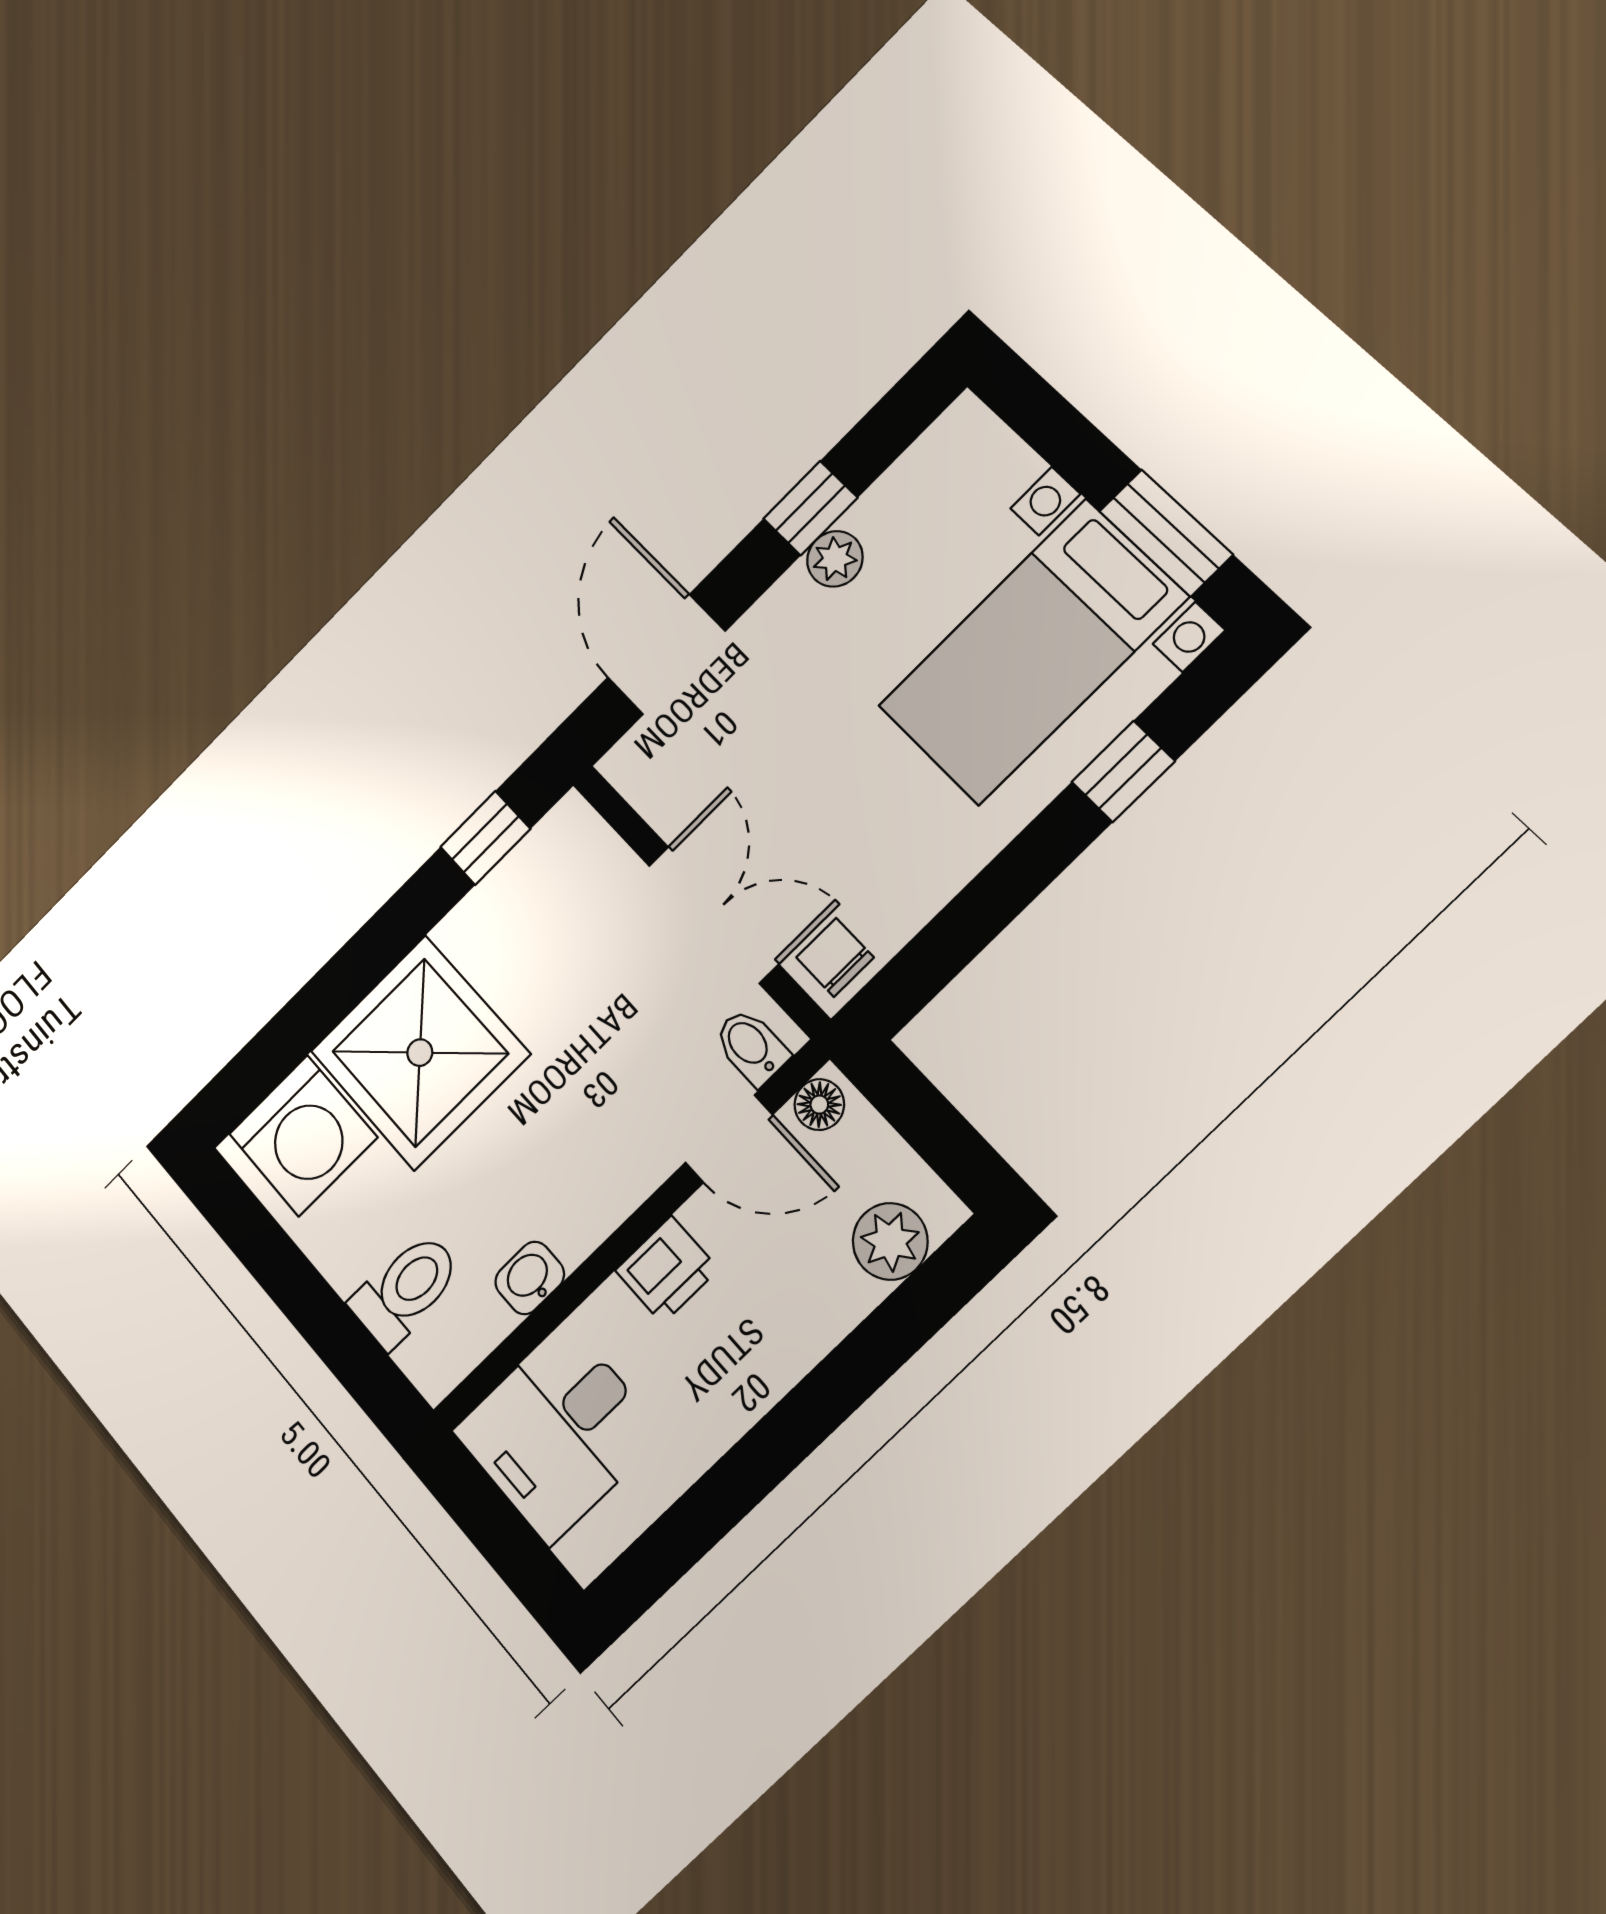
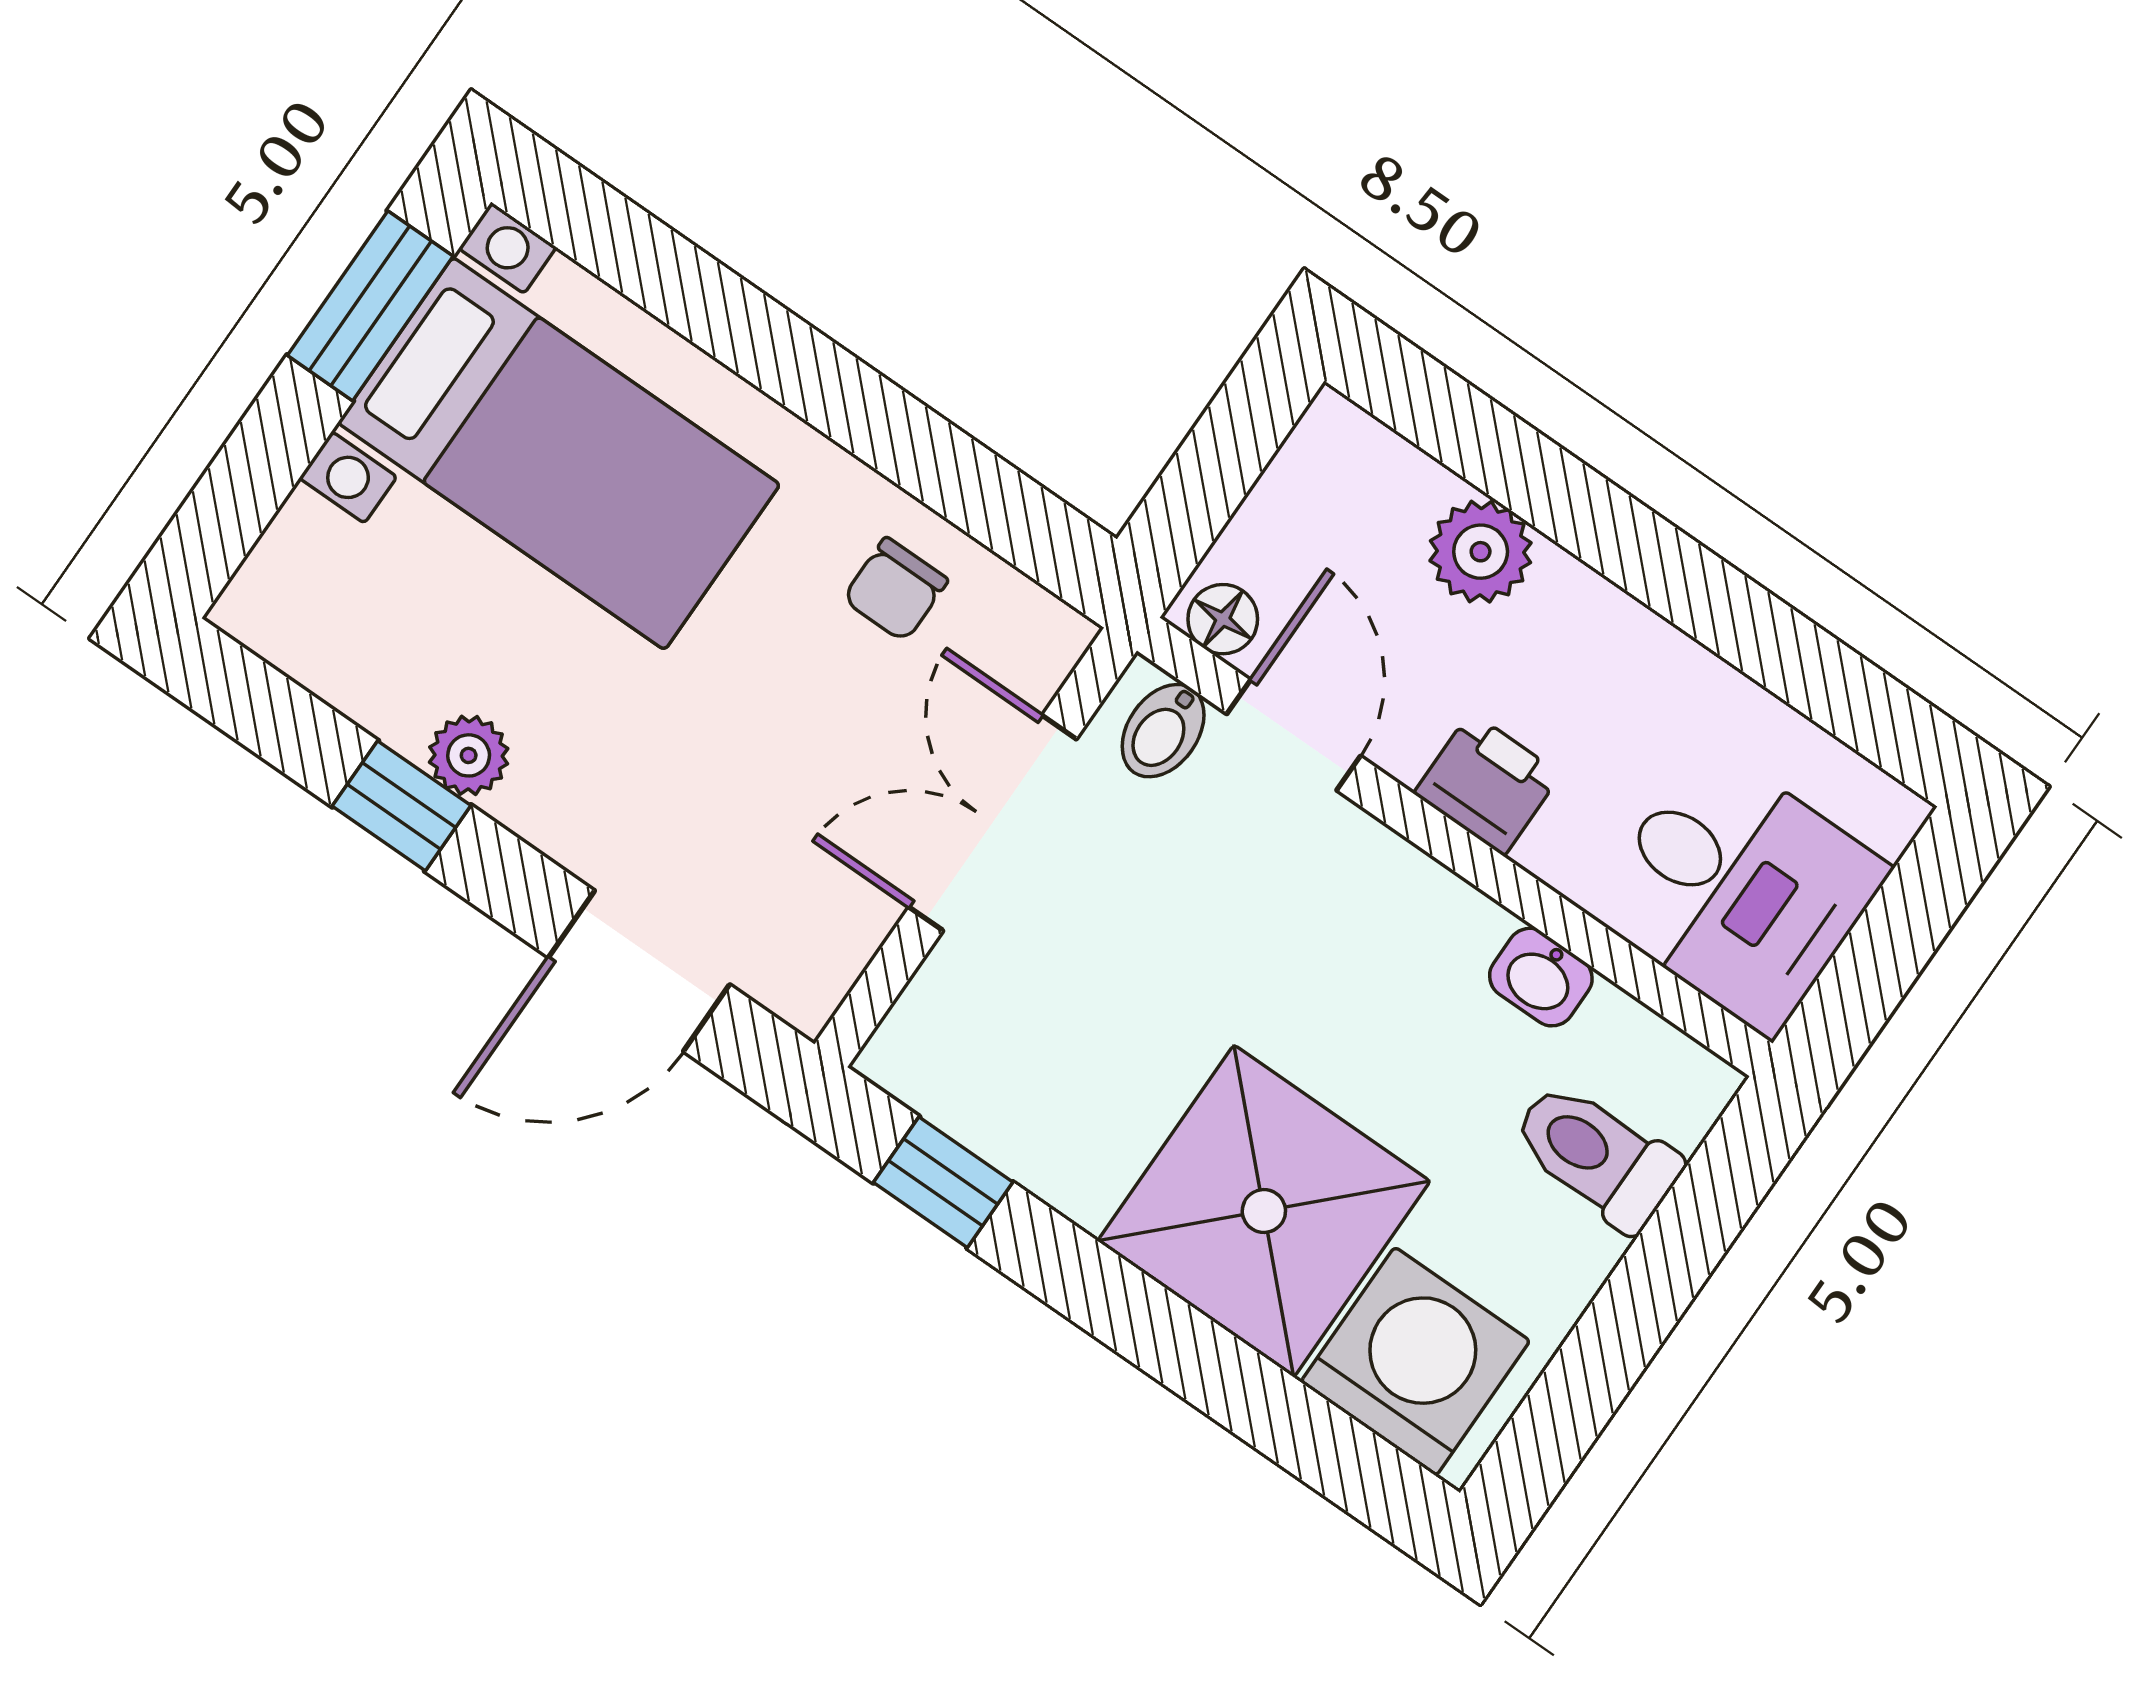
window: (1123, 771) -> (702, 300), removed
chair: (835, 957) -> (895, 590), moved
plant: (890, 1241) -> (1481, 552), moved

